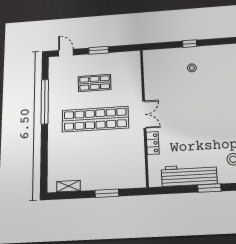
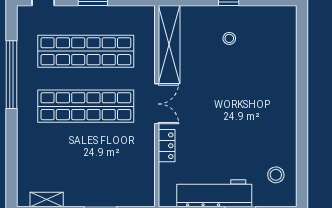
shelving: (151, 75) -> (169, 44), added
shop shelf: (95, 83) -> (86, 51), width x2.00, depth x1.36

